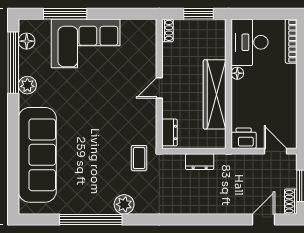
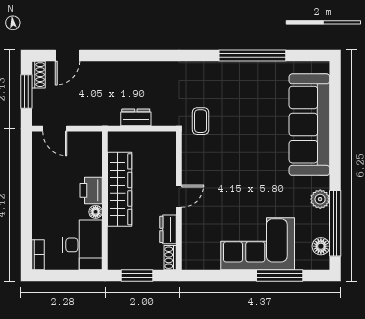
bookcase: (291, 41) -> (38, 255), width x0.64
dresser: (170, 132) -> (168, 229), moved
printer: (244, 138) -> (91, 190), moved, turned 90
plant: (124, 204) -> (217, 72), removed

